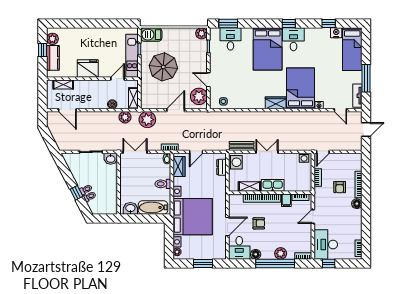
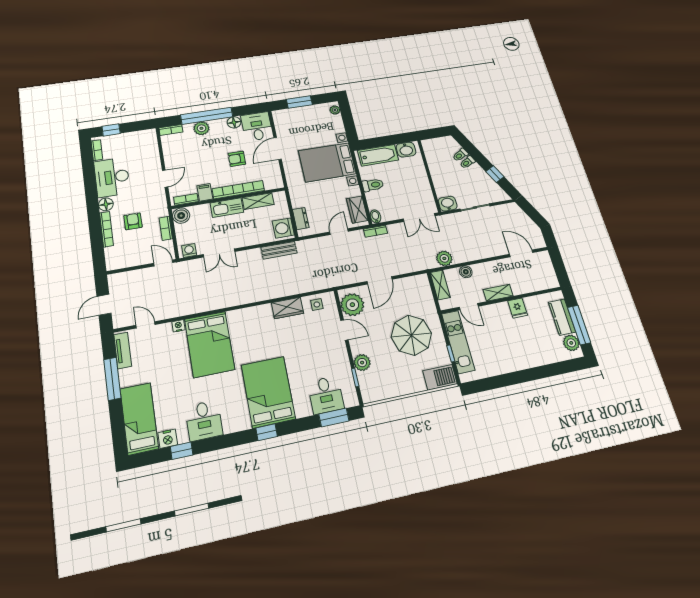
window: (289, 24) -> (267, 432), moved
plant: (202, 33) -> (362, 363), moved
desk: (293, 39) -> (204, 421), moved
window: (42, 50) -> (579, 325), width x2.17
fridge: (88, 69) -> (518, 308), width x0.53, depth x0.75
door: (117, 79) -> (469, 307), hinge flipped
shelving: (63, 85) -> (498, 293), moved
wardrobe: (276, 103) -> (287, 308), moved
plant: (147, 120) -> (414, 261), removed
double door: (267, 152) -> (219, 253), moved
door: (323, 152) -> (163, 263), hinge flipped
boiler: (306, 185) -> (181, 216), added
window: (76, 193) -> (495, 174), moved
bed with nightstands: (193, 217) -> (327, 162), width x0.73
desk: (326, 245) -> (112, 177), moved, turned 180
window: (329, 264) -> (111, 130), moved

